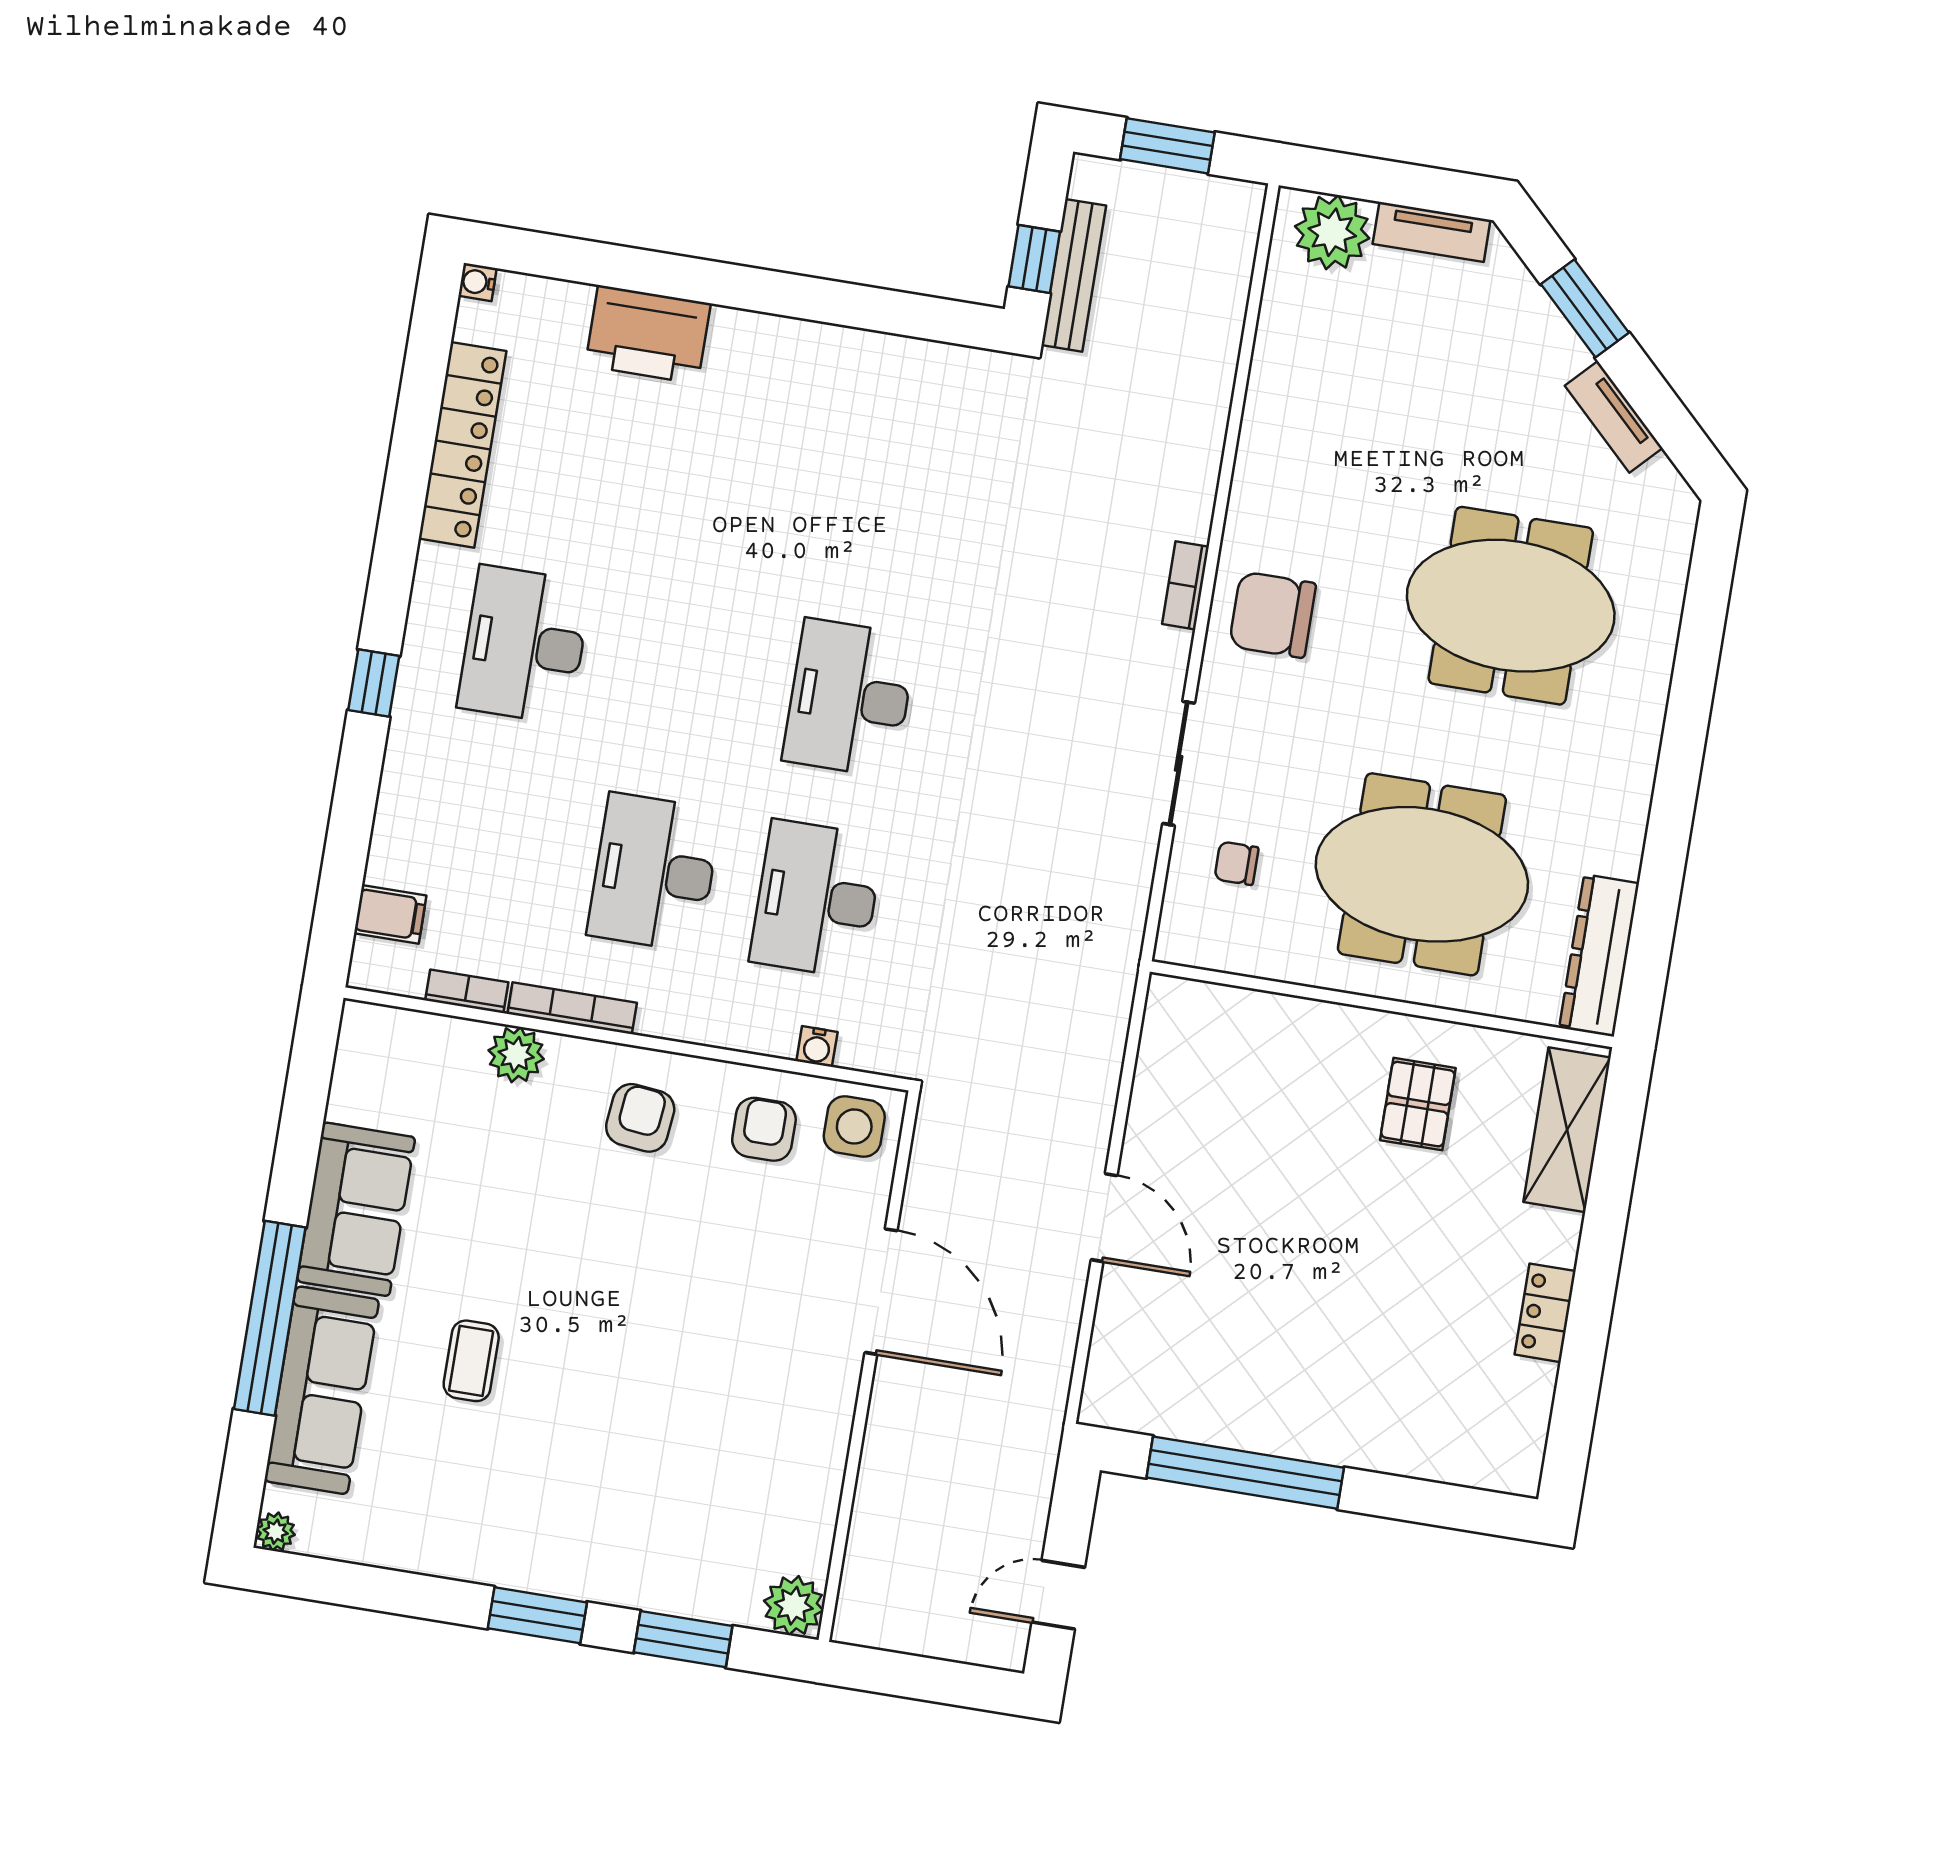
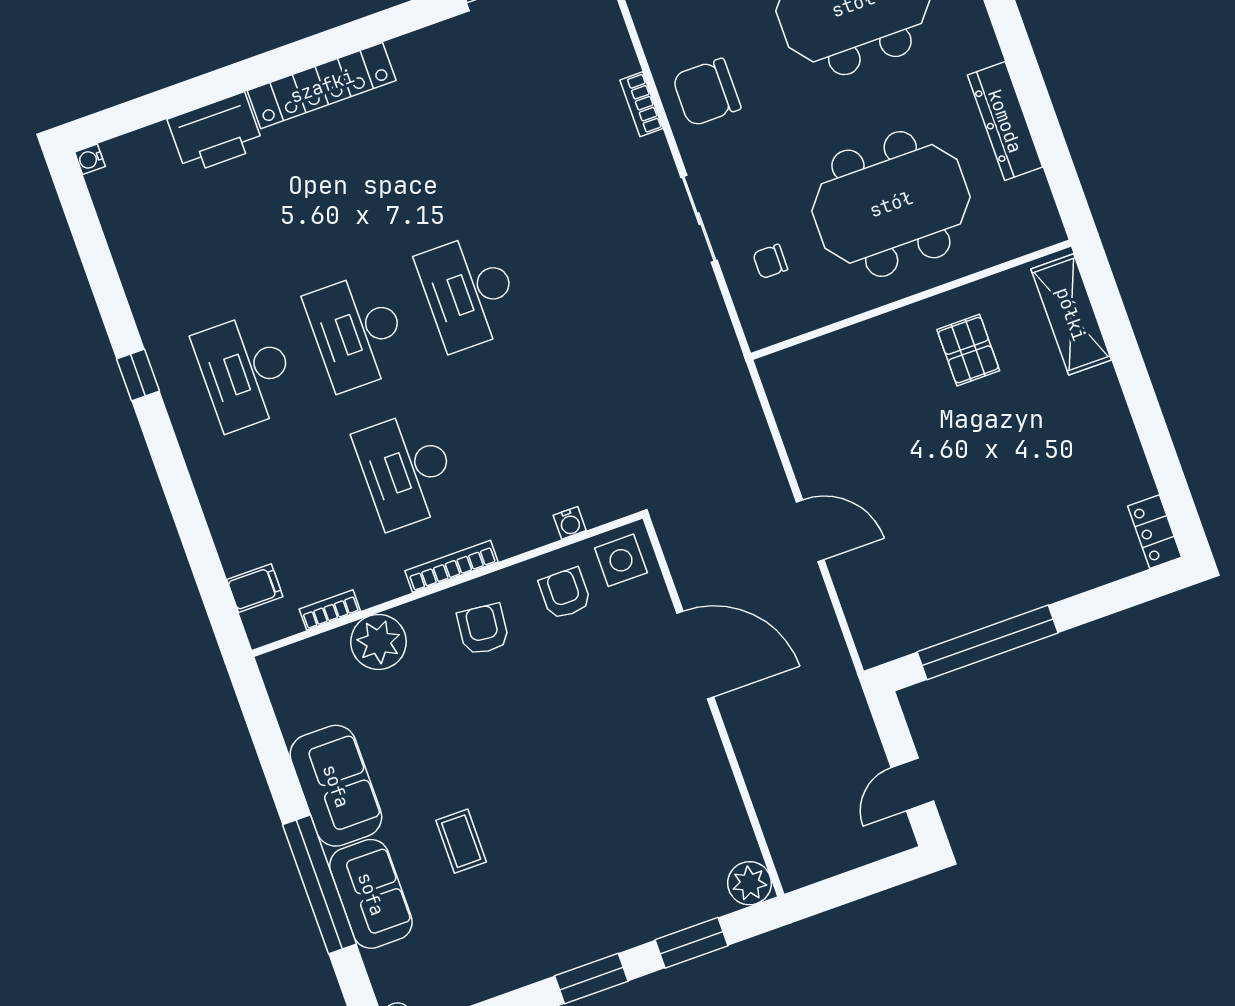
locker: (462, 445) -> (322, 86), moved, turned 90
window: (374, 683) -> (138, 375), moved
desk: (817, 899) -> (357, 332), moved
dresser: (1599, 955) -> (1005, 121), moved
bookcase: (572, 1008) -> (452, 566), moved
plant: (516, 1055) -> (379, 642), width x1.36, depth x1.36
locker: (1545, 1313) -> (1155, 532), moved
sofa: (322, 1390) -> (371, 894), width x0.73

